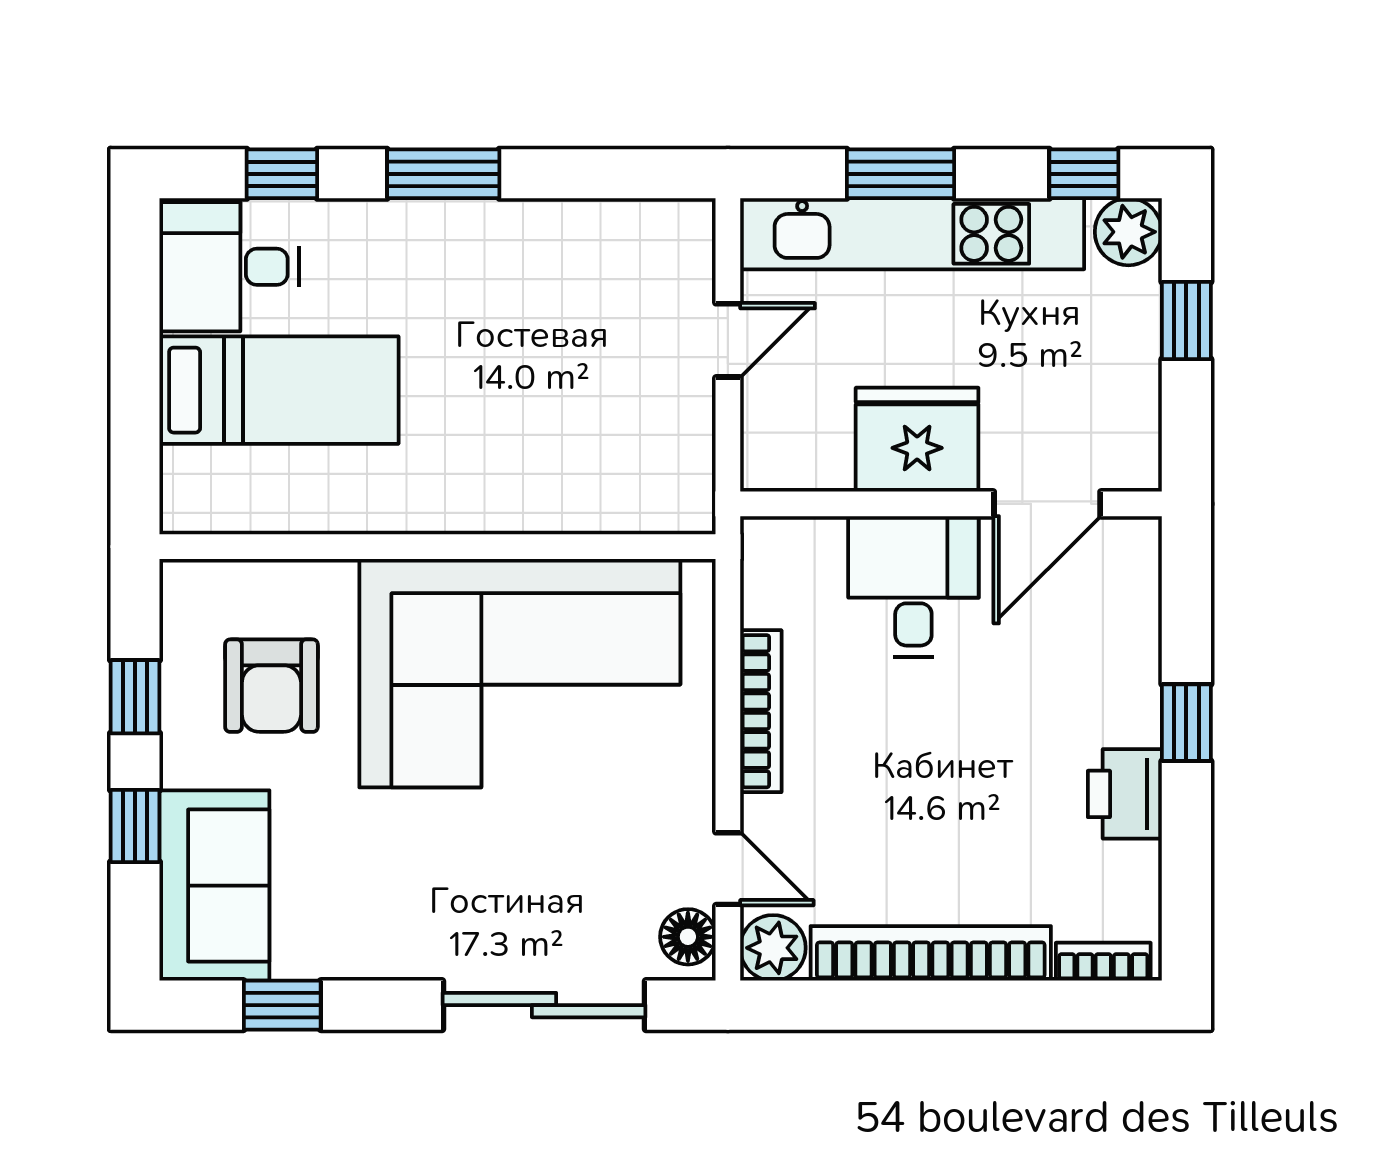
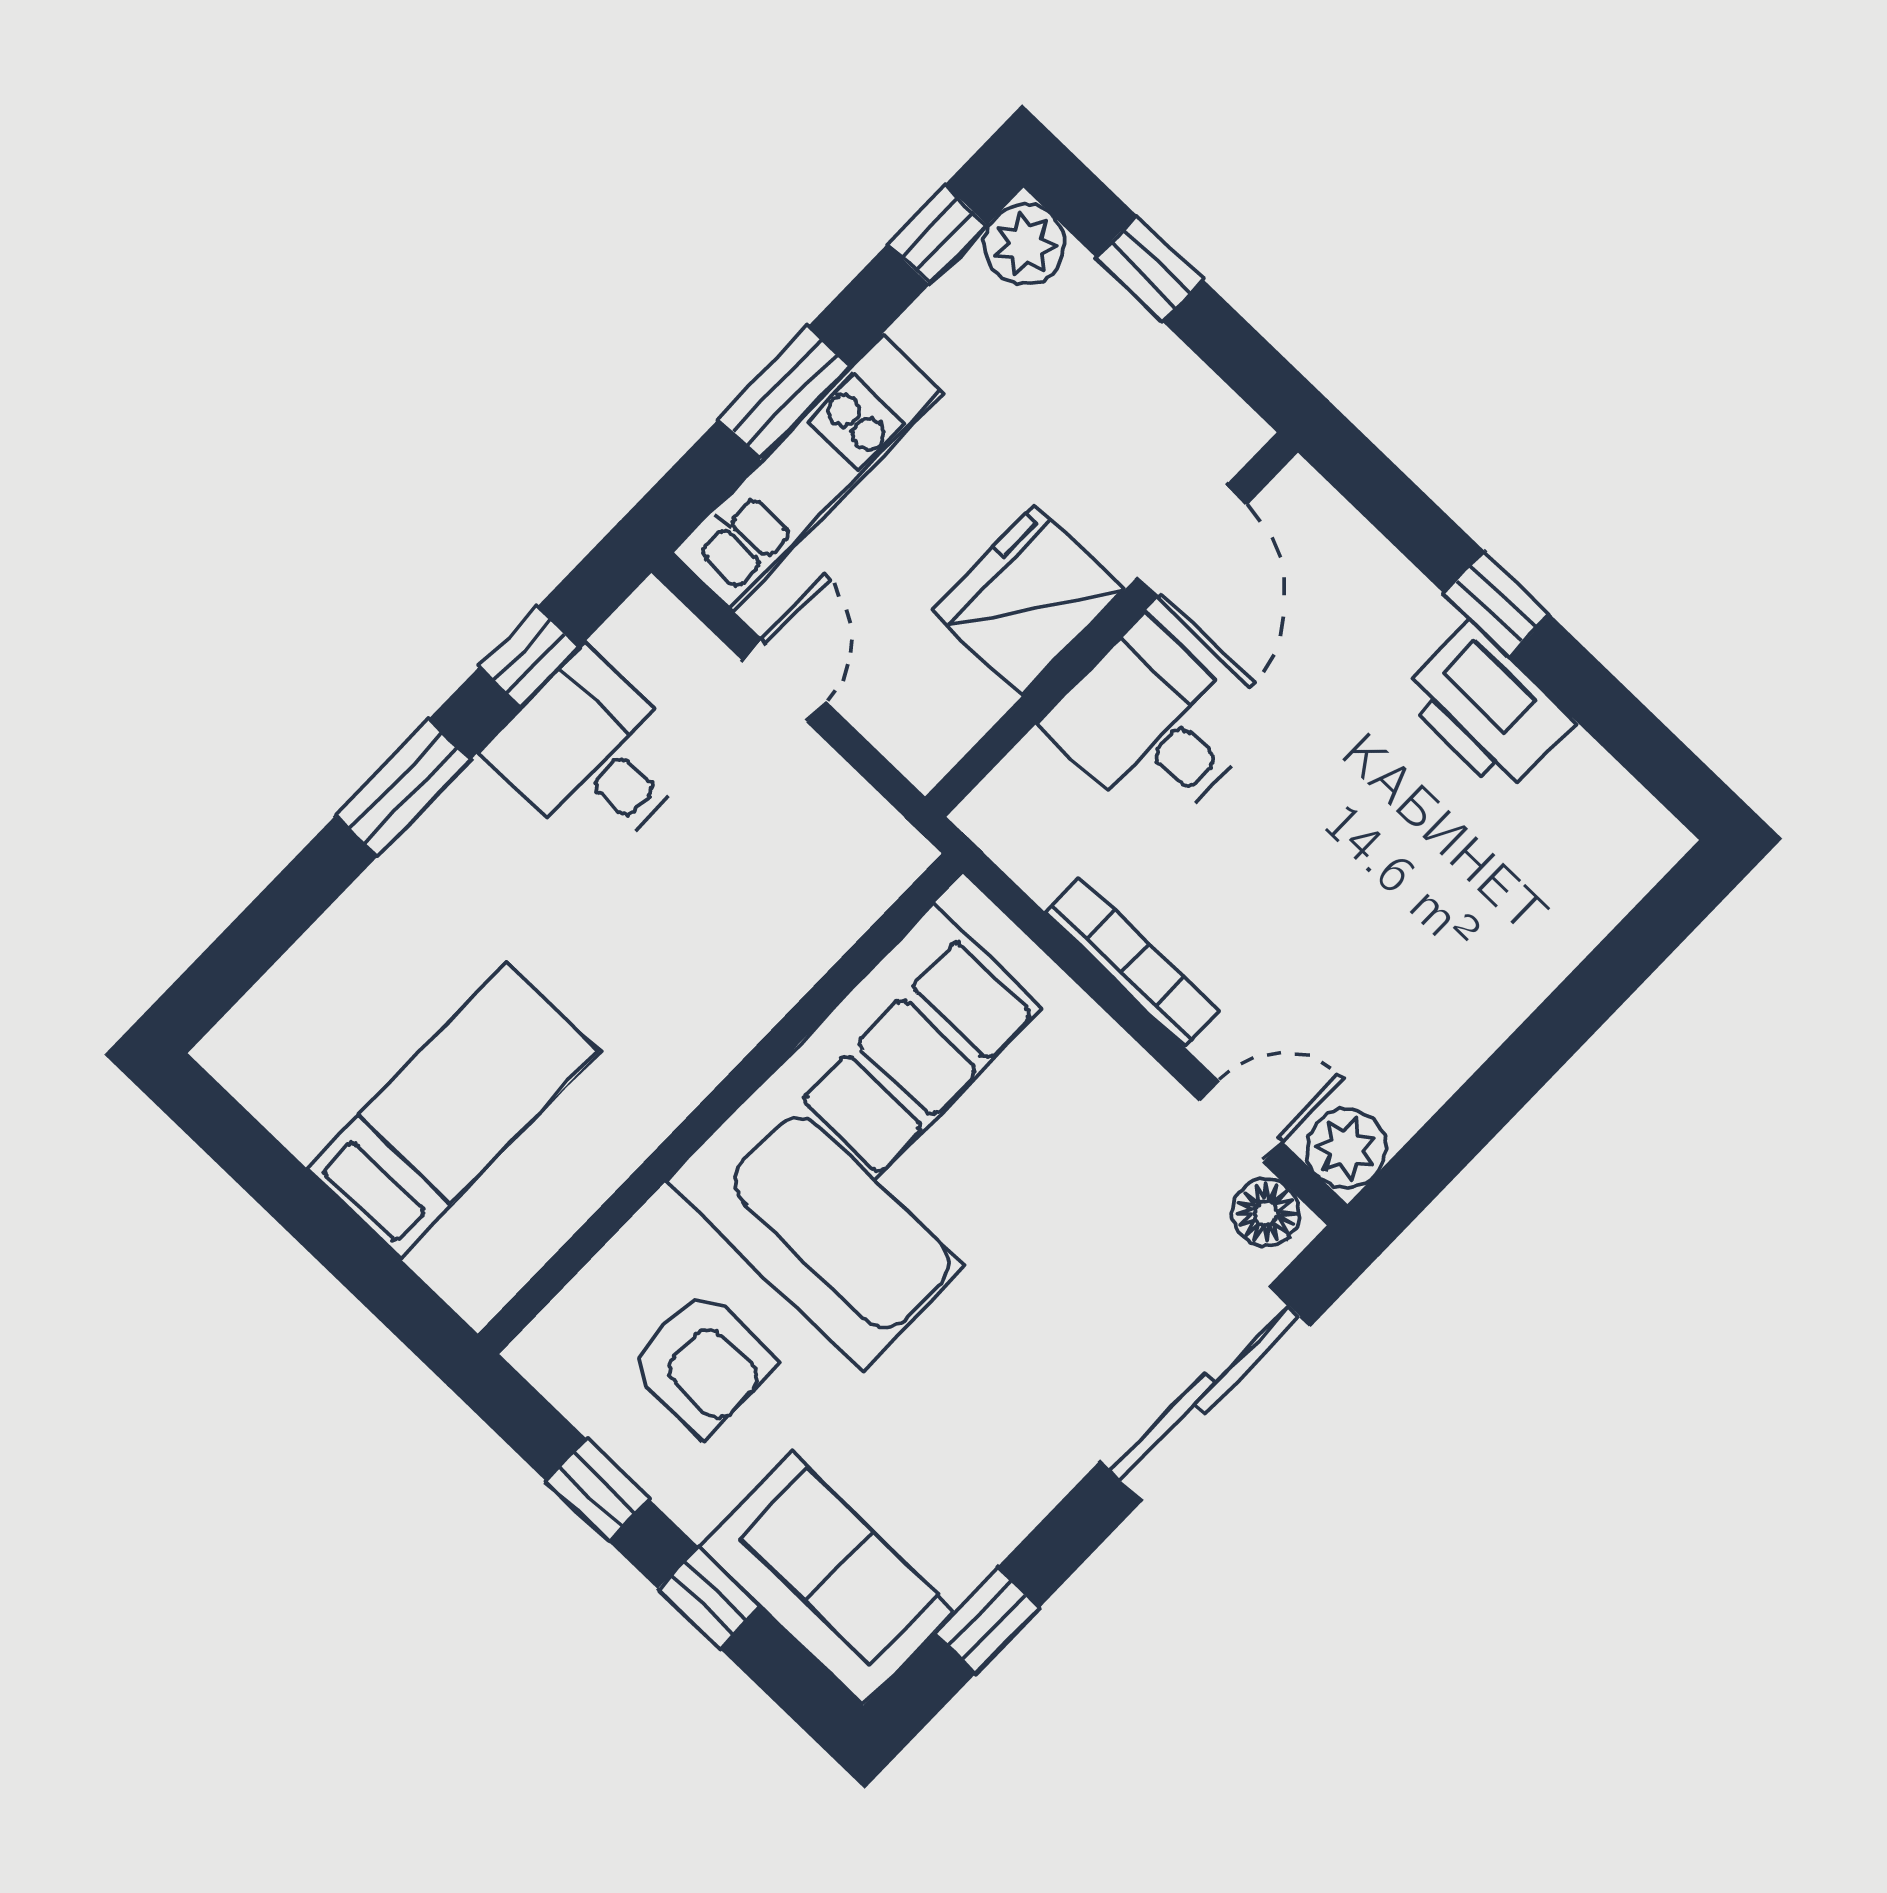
window: (282, 174) -> (530, 657), moved
kitchen unit: (912, 234) -> (808, 472), width x0.73
desk: (229, 267) -> (591, 756), moved, turned 90
printer: (1125, 794) -> (1487, 708), width x1.37, depth x1.19
bookcase: (931, 953) -> (1483, 1017), removed
bookcase: (1103, 962) -> (1634, 875), removed

